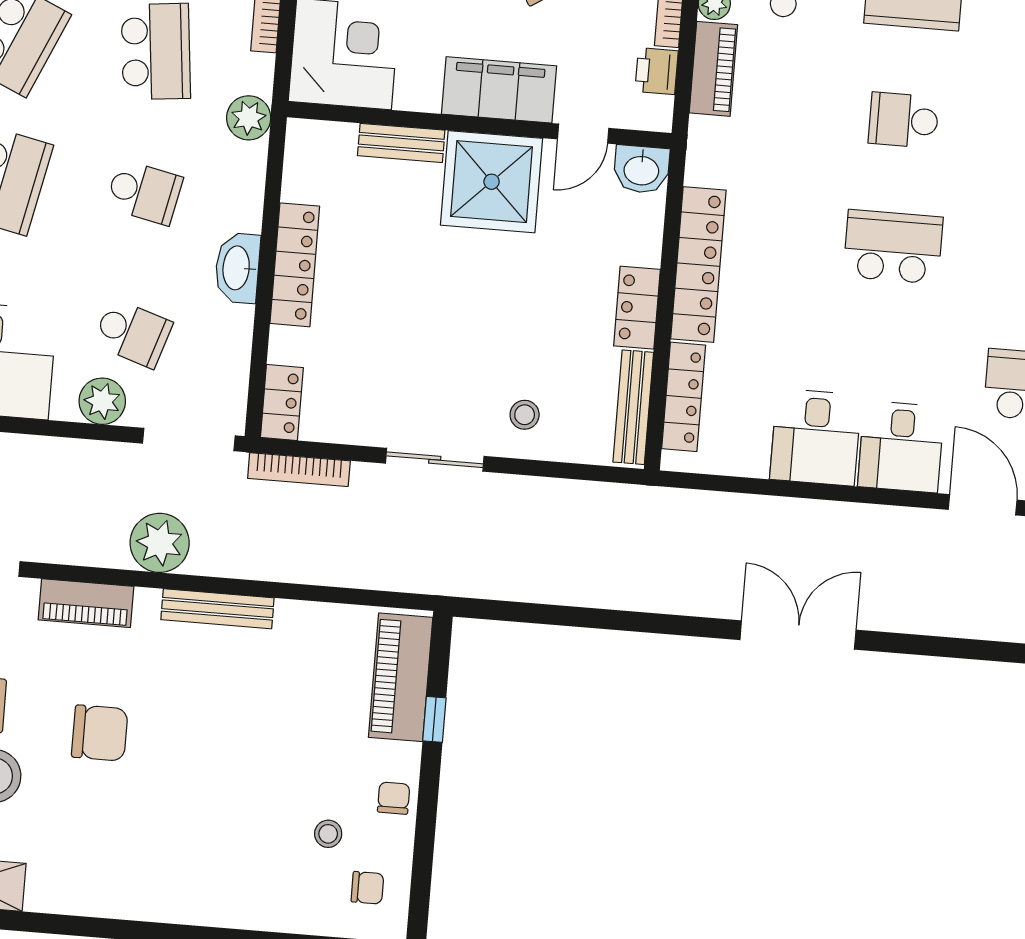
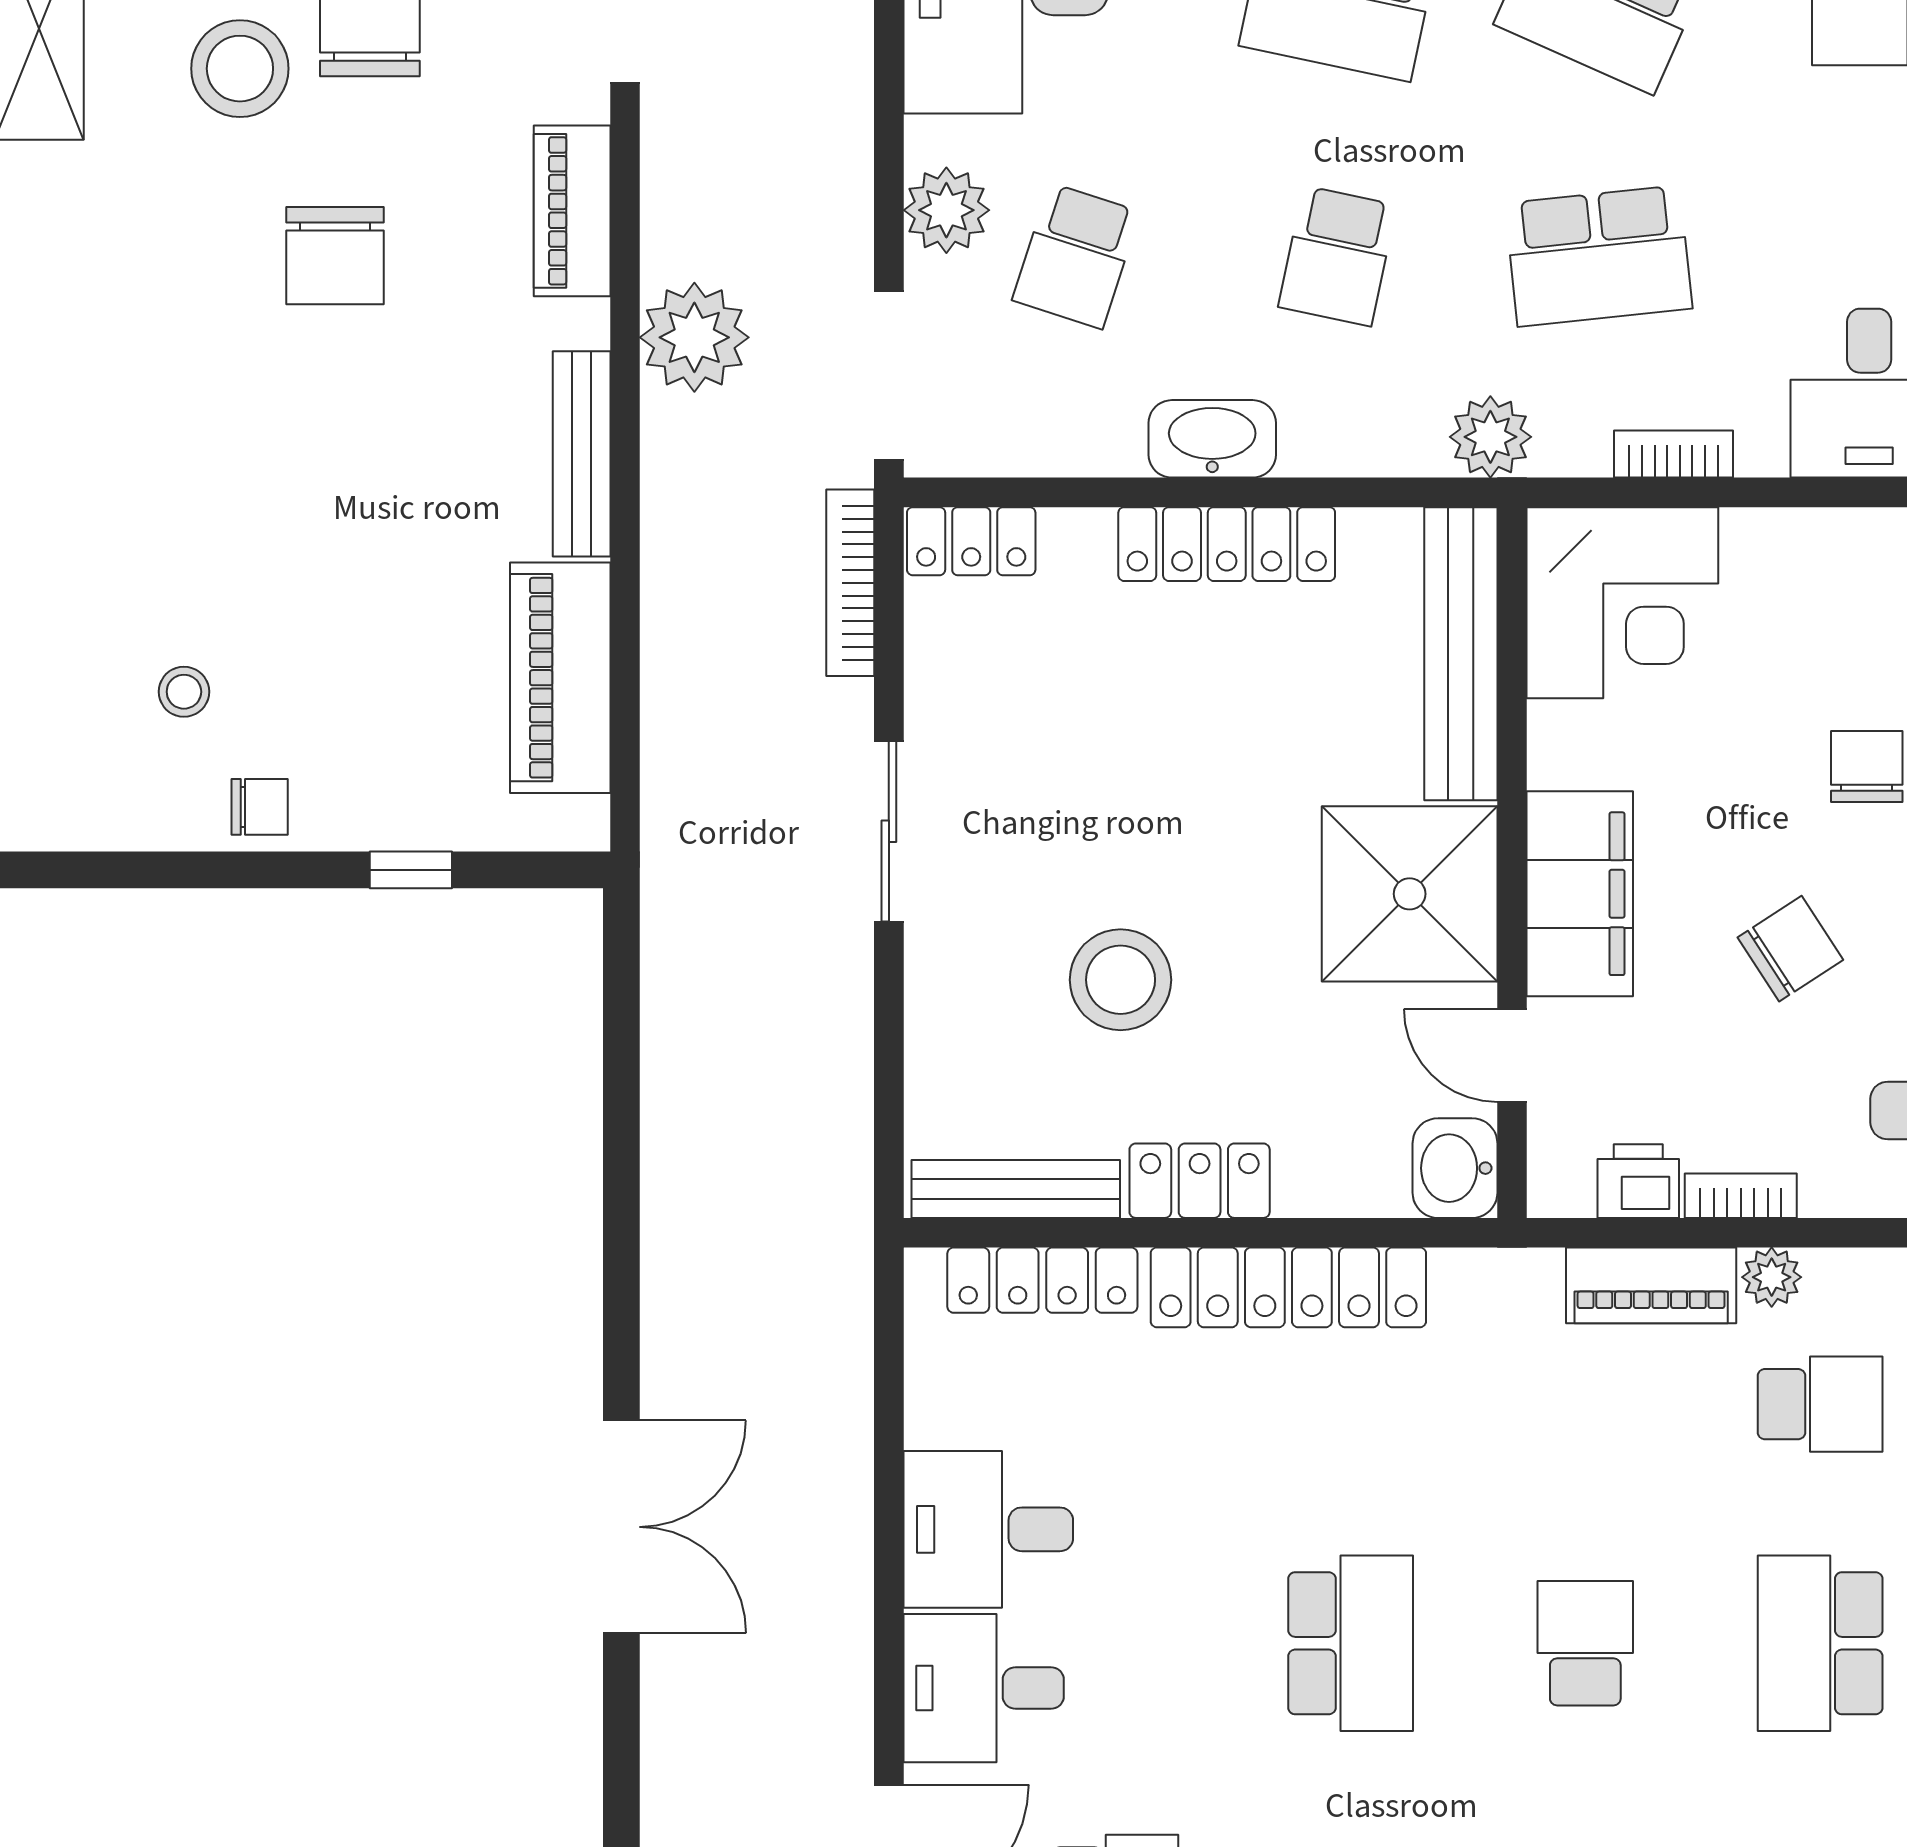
bench: (401, 143) -> (1461, 654), width x1.86, depth x1.21
stool: (525, 415) -> (1121, 980), moved, width x1.89, depth x1.89
piano: (401, 677) -> (560, 678), moved, turned -90
chair: (367, 888) -> (91, 772), removed

